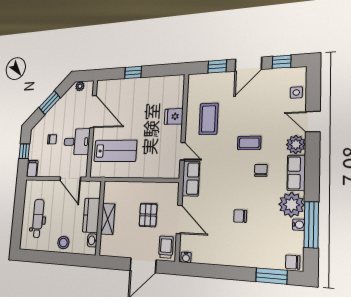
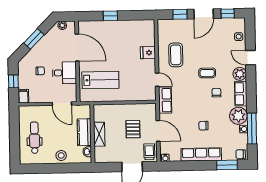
row of seats: (235, 257) -> (201, 154), added

